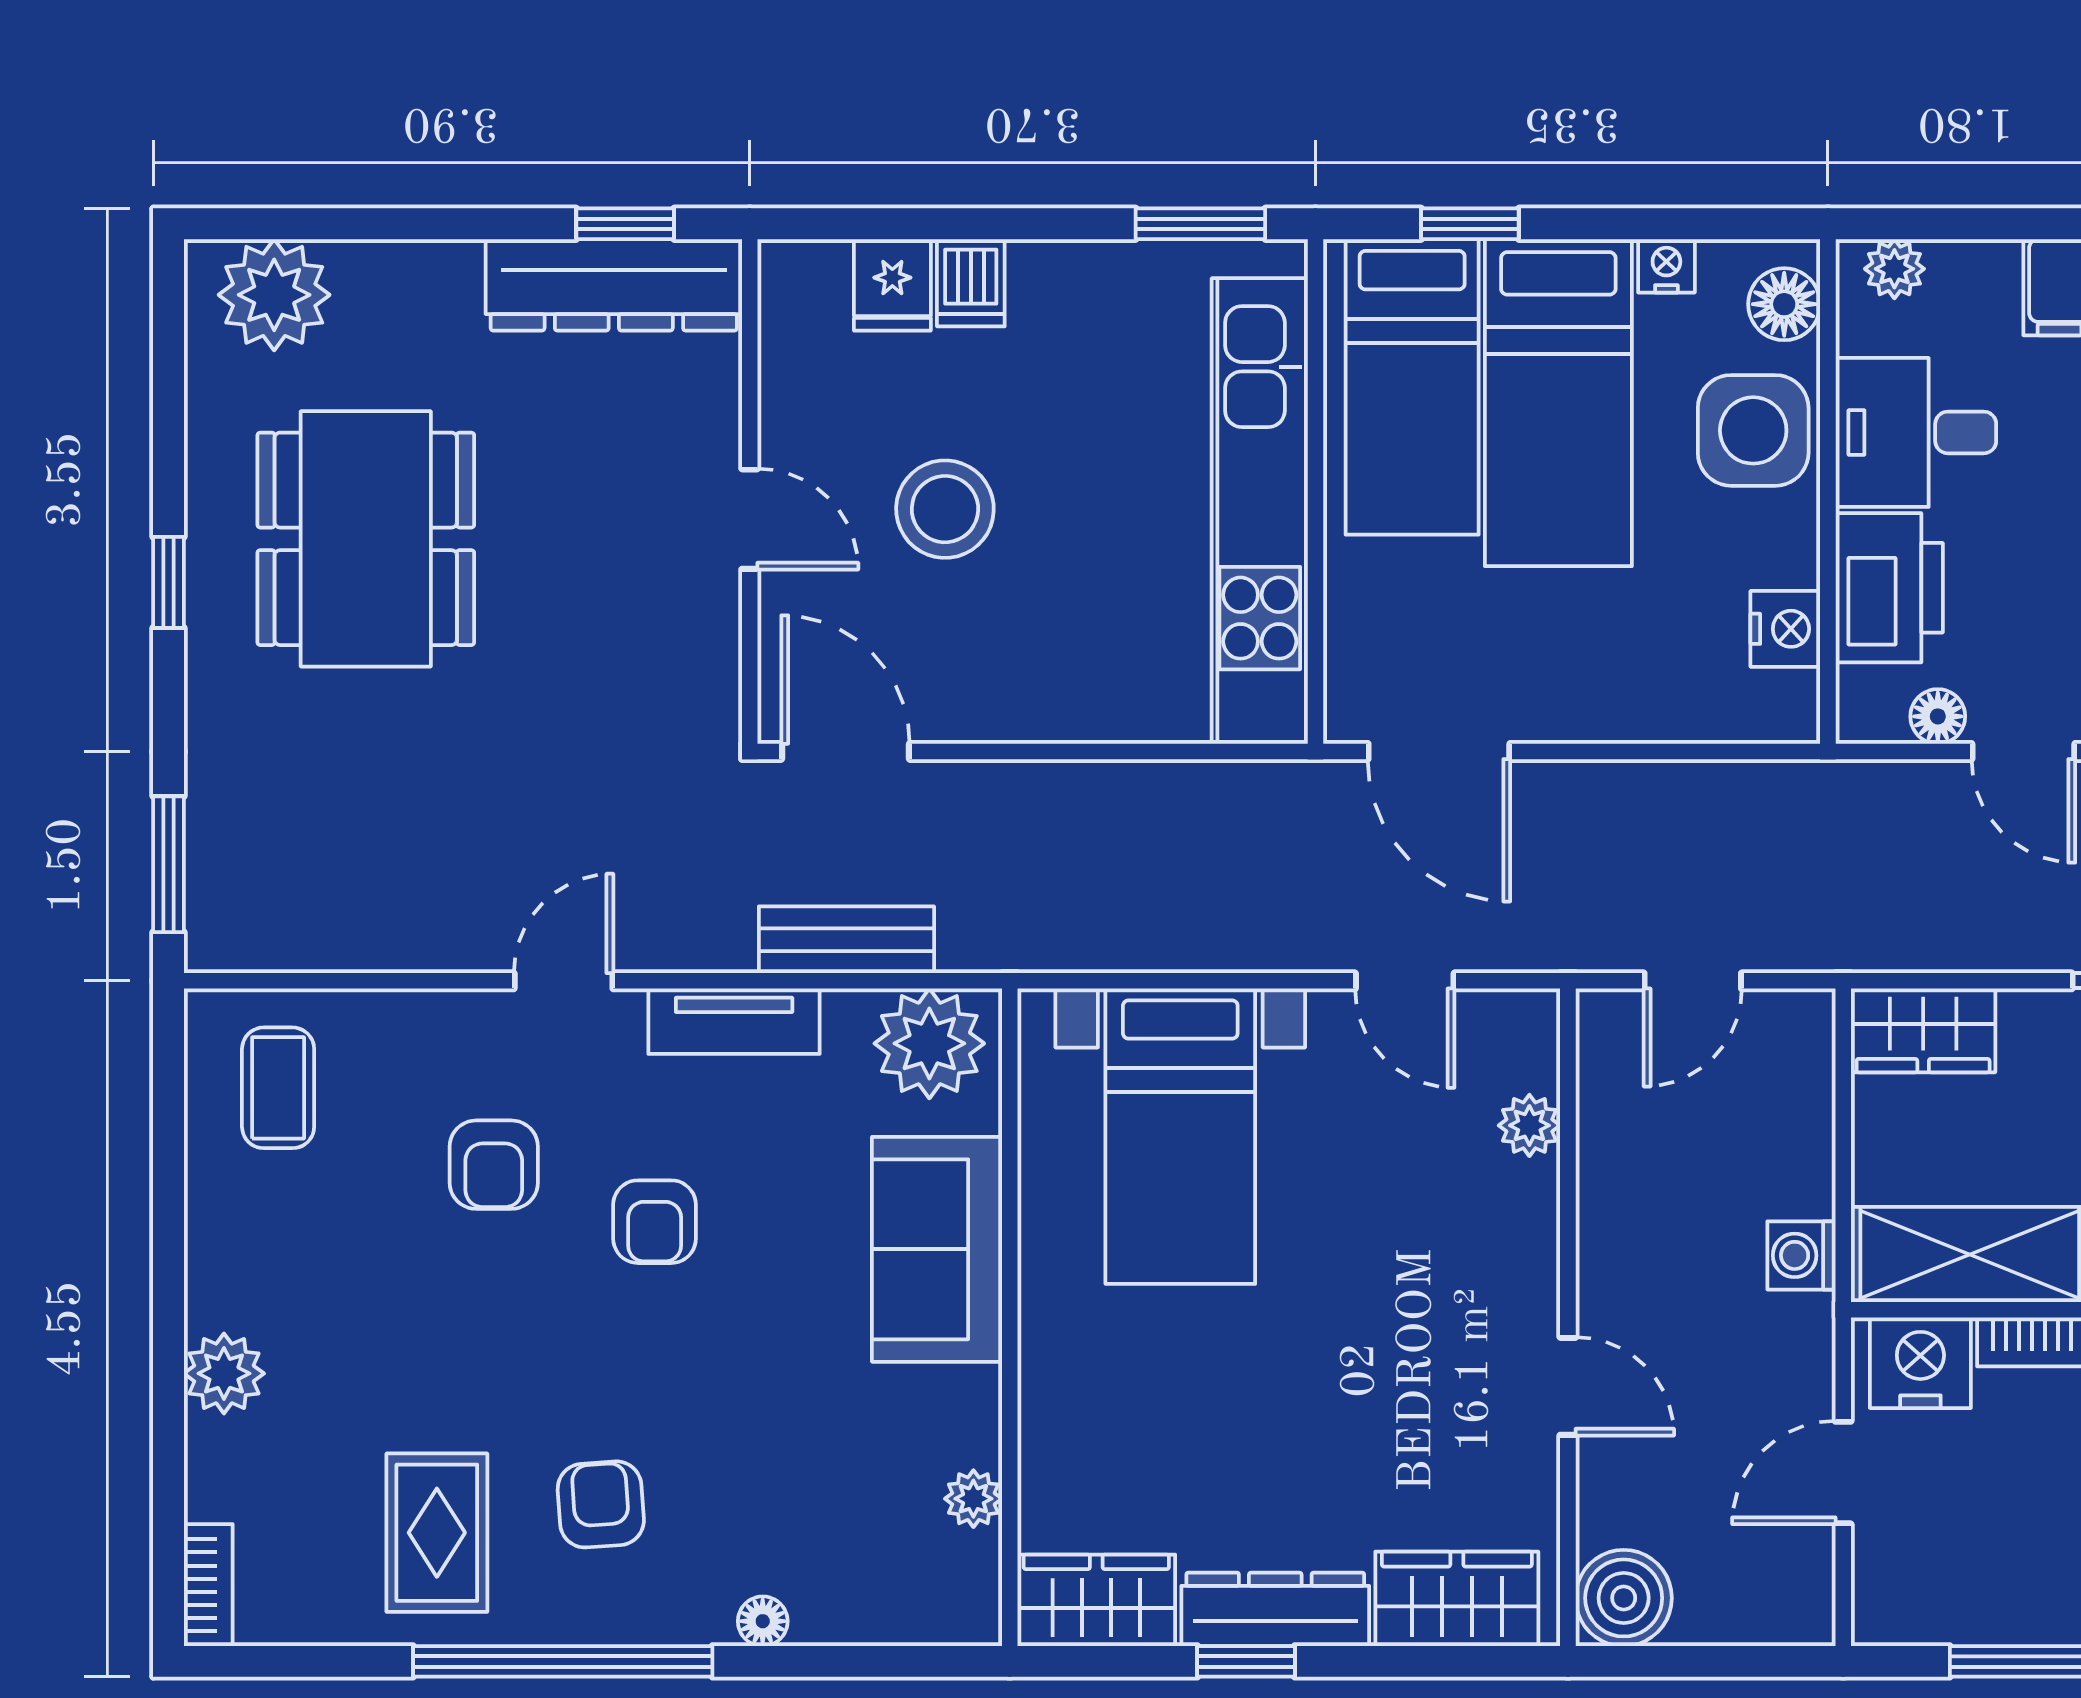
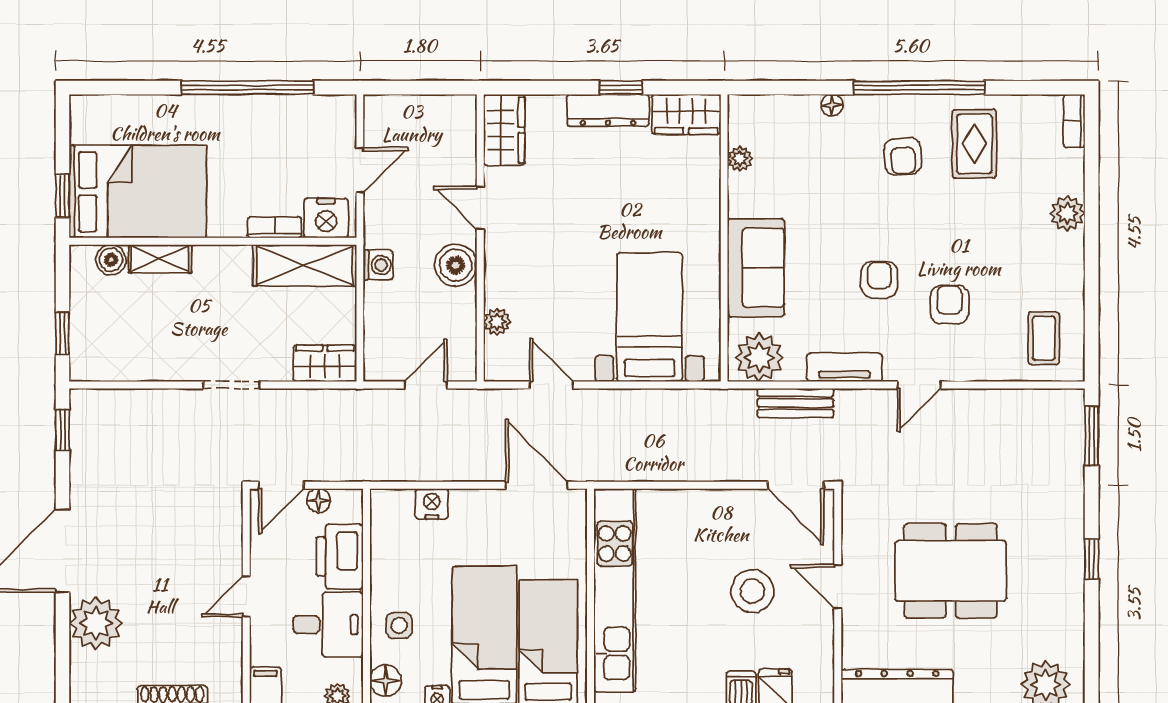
side table: (1753, 430) -> (399, 625), width x0.54, depth x0.54
dining table: (366, 539) -> (951, 571), moved, turned 90
nightstand: (1785, 629) -> (432, 504), moved, turned 90
door: (2023, 751) -> (281, 485), swing flipped
boiler: (1624, 1598) -> (456, 265), moved
wardrobe: (1457, 1599) -> (504, 130), moved, turned -90

